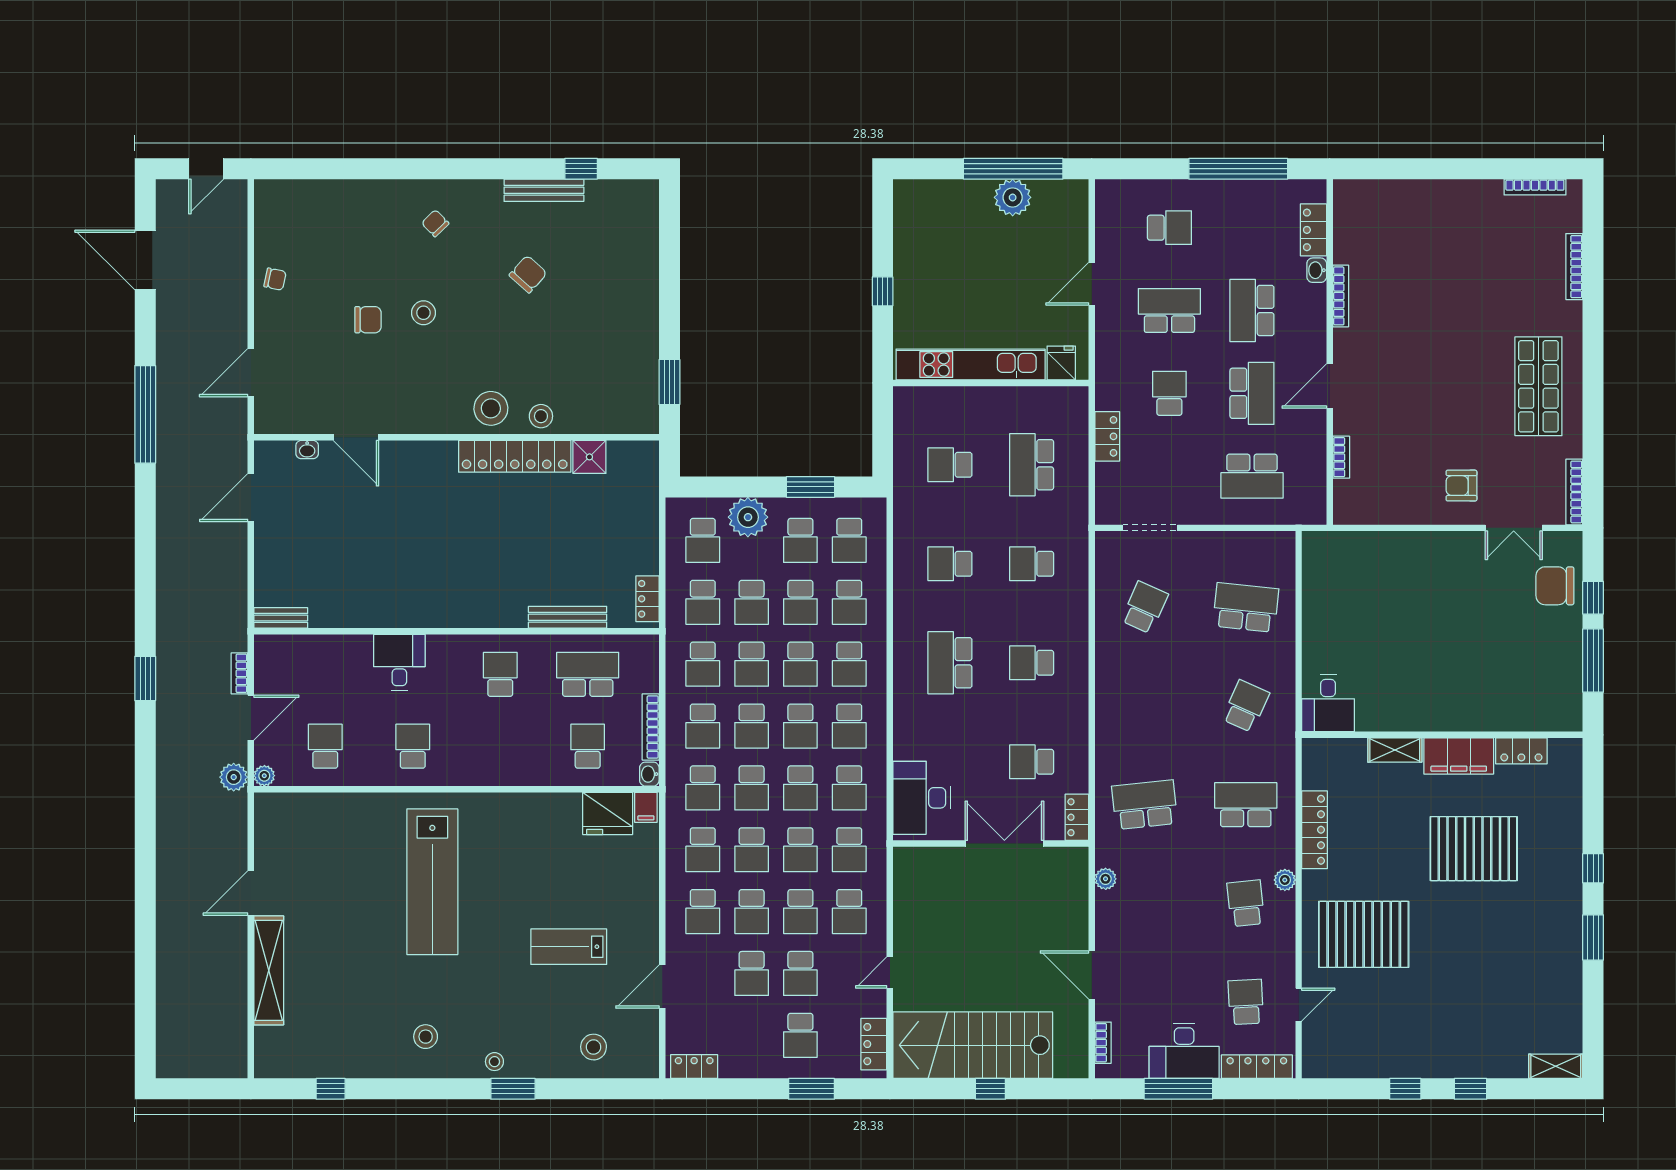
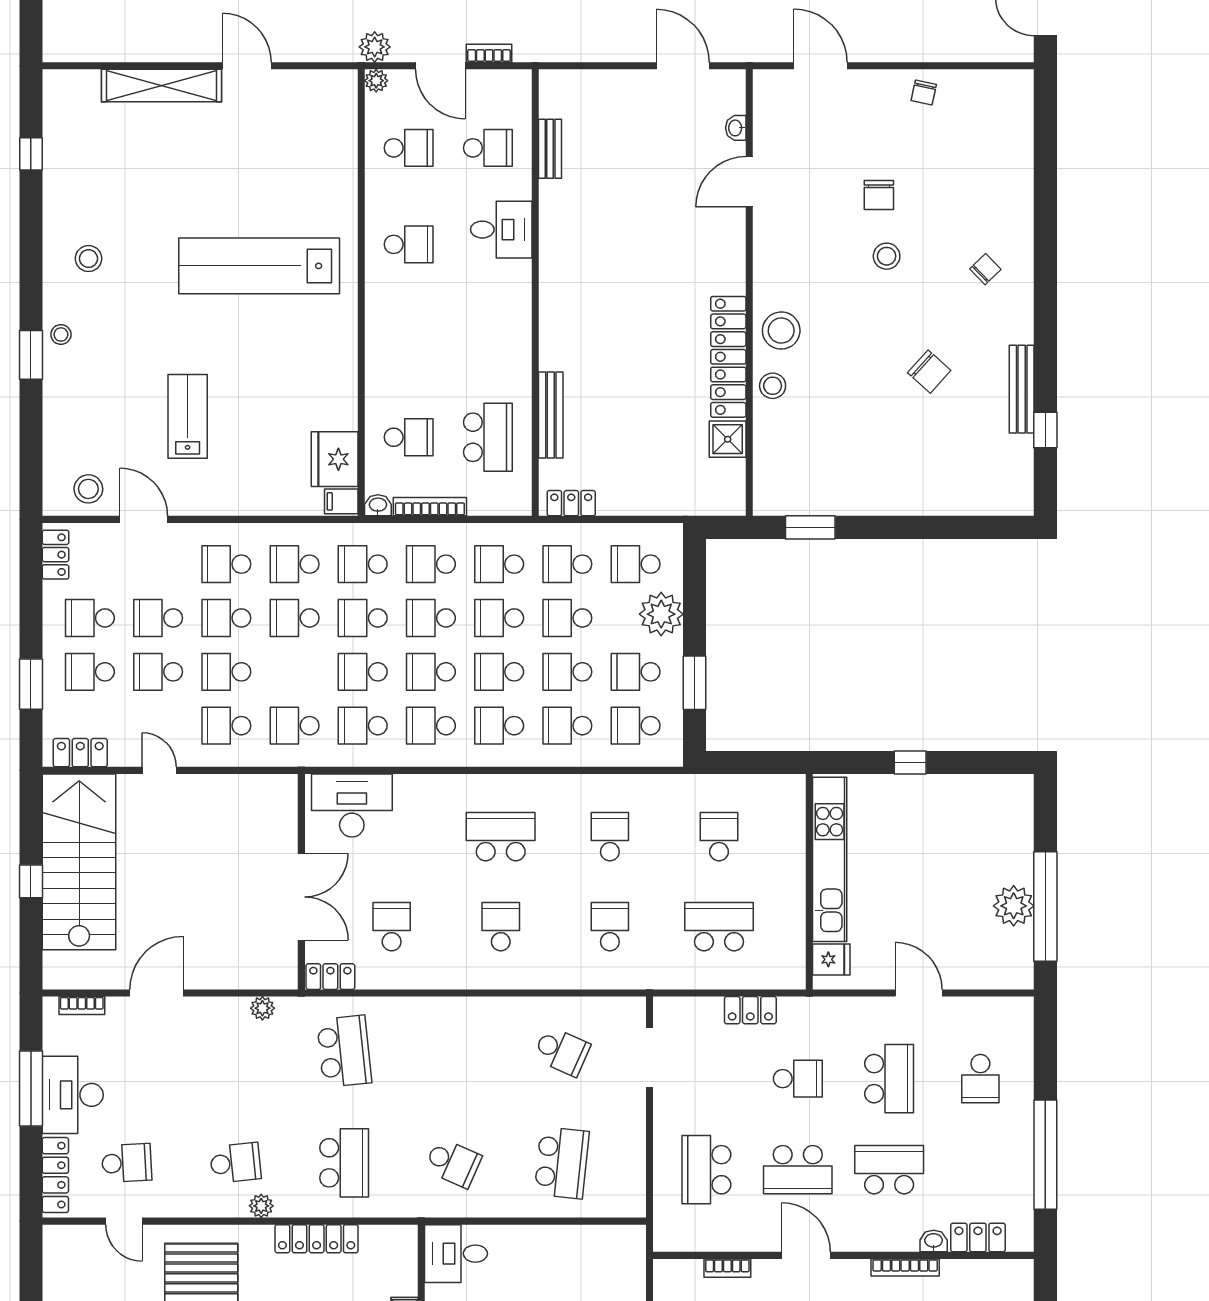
bench: (281, 618) -> (550, 149), moved
school desk: (500, 674) -> (488, 148), moved
school desk: (800, 850) -> (90, 618), moved
stool: (594, 1047) -> (88, 489), moved

